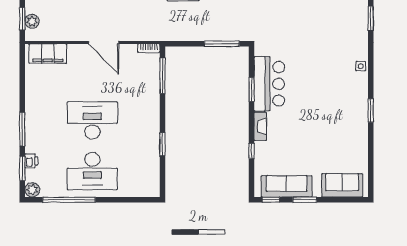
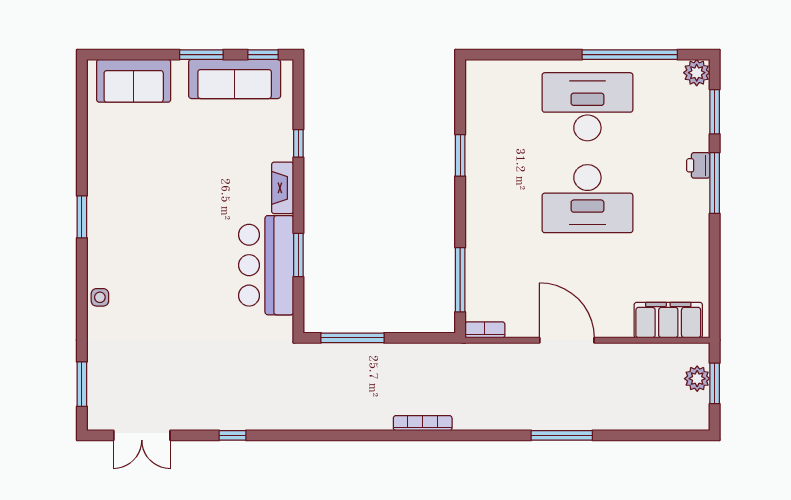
printer: (31, 161) -> (698, 165), moved

